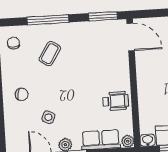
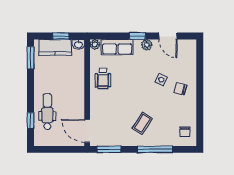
coffee table: (50, 54) -> (142, 123), moved
wheelchair: (116, 101) -> (103, 79), turned -90
side table: (48, 117) -> (161, 80), moved

